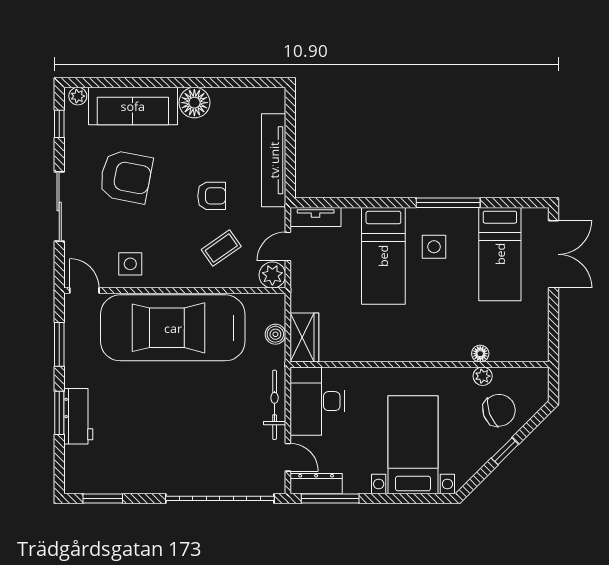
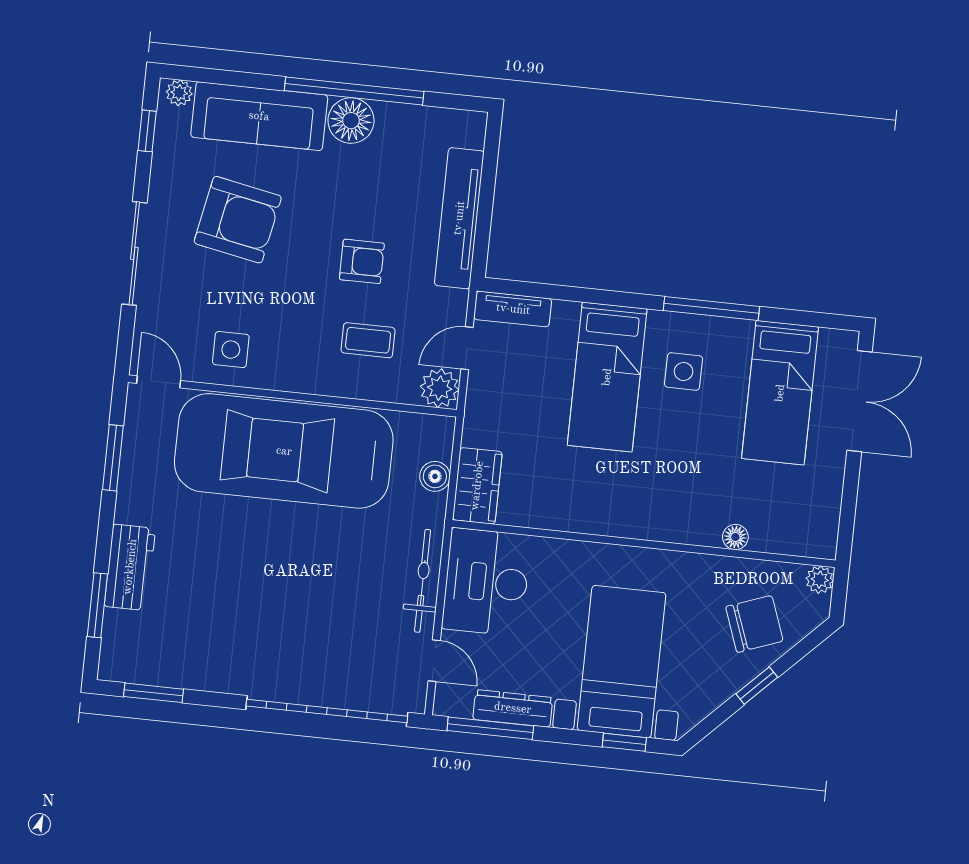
window: (194, 83) -> (354, 91), added
coffee table: (221, 248) -> (368, 340), turned 35
plant: (483, 376) -> (820, 580), moved
window: (59, 413) -> (97, 605), moved
dresser: (316, 484) -> (513, 708), moved
window: (420, 498) -> (624, 742), added

